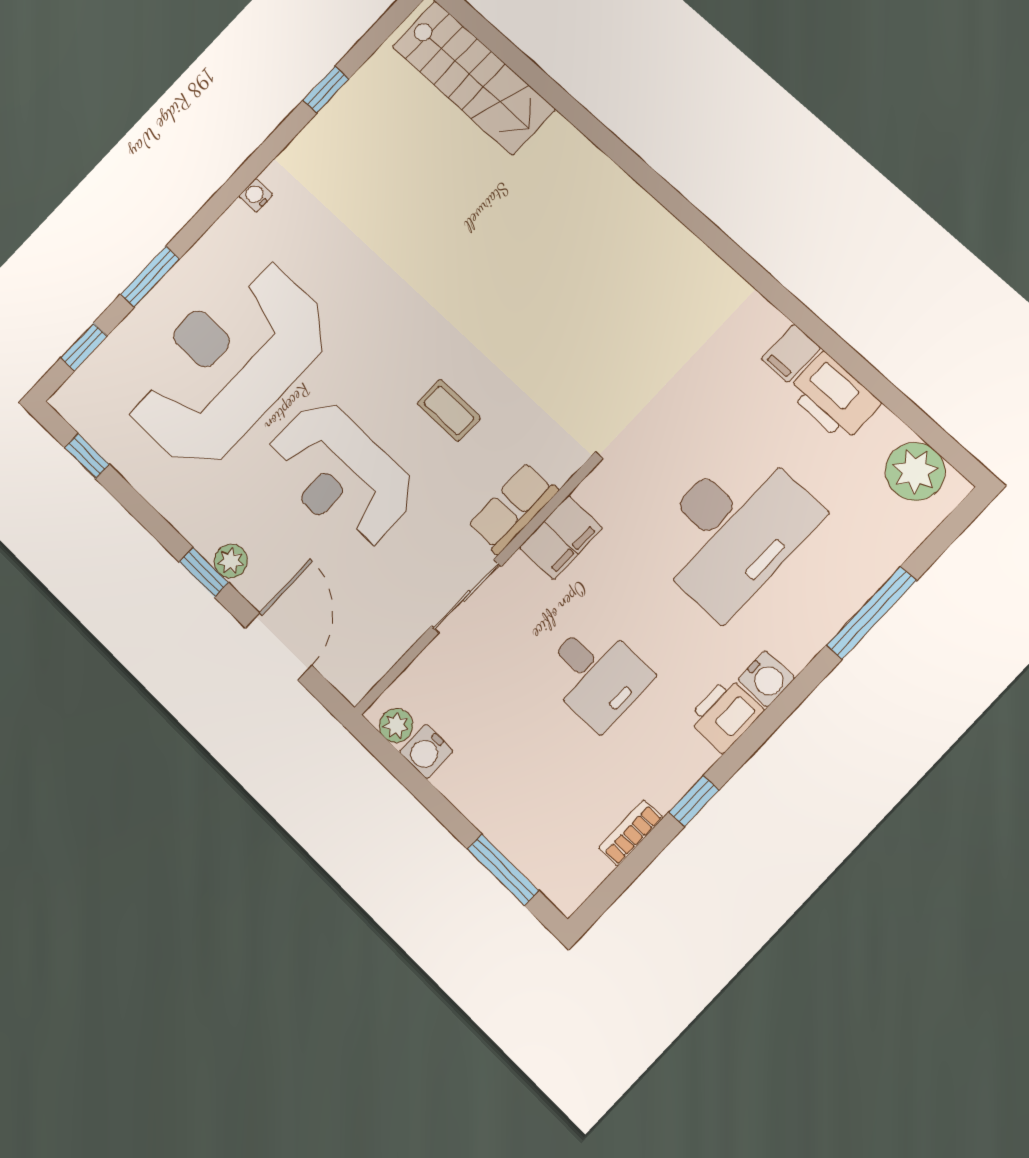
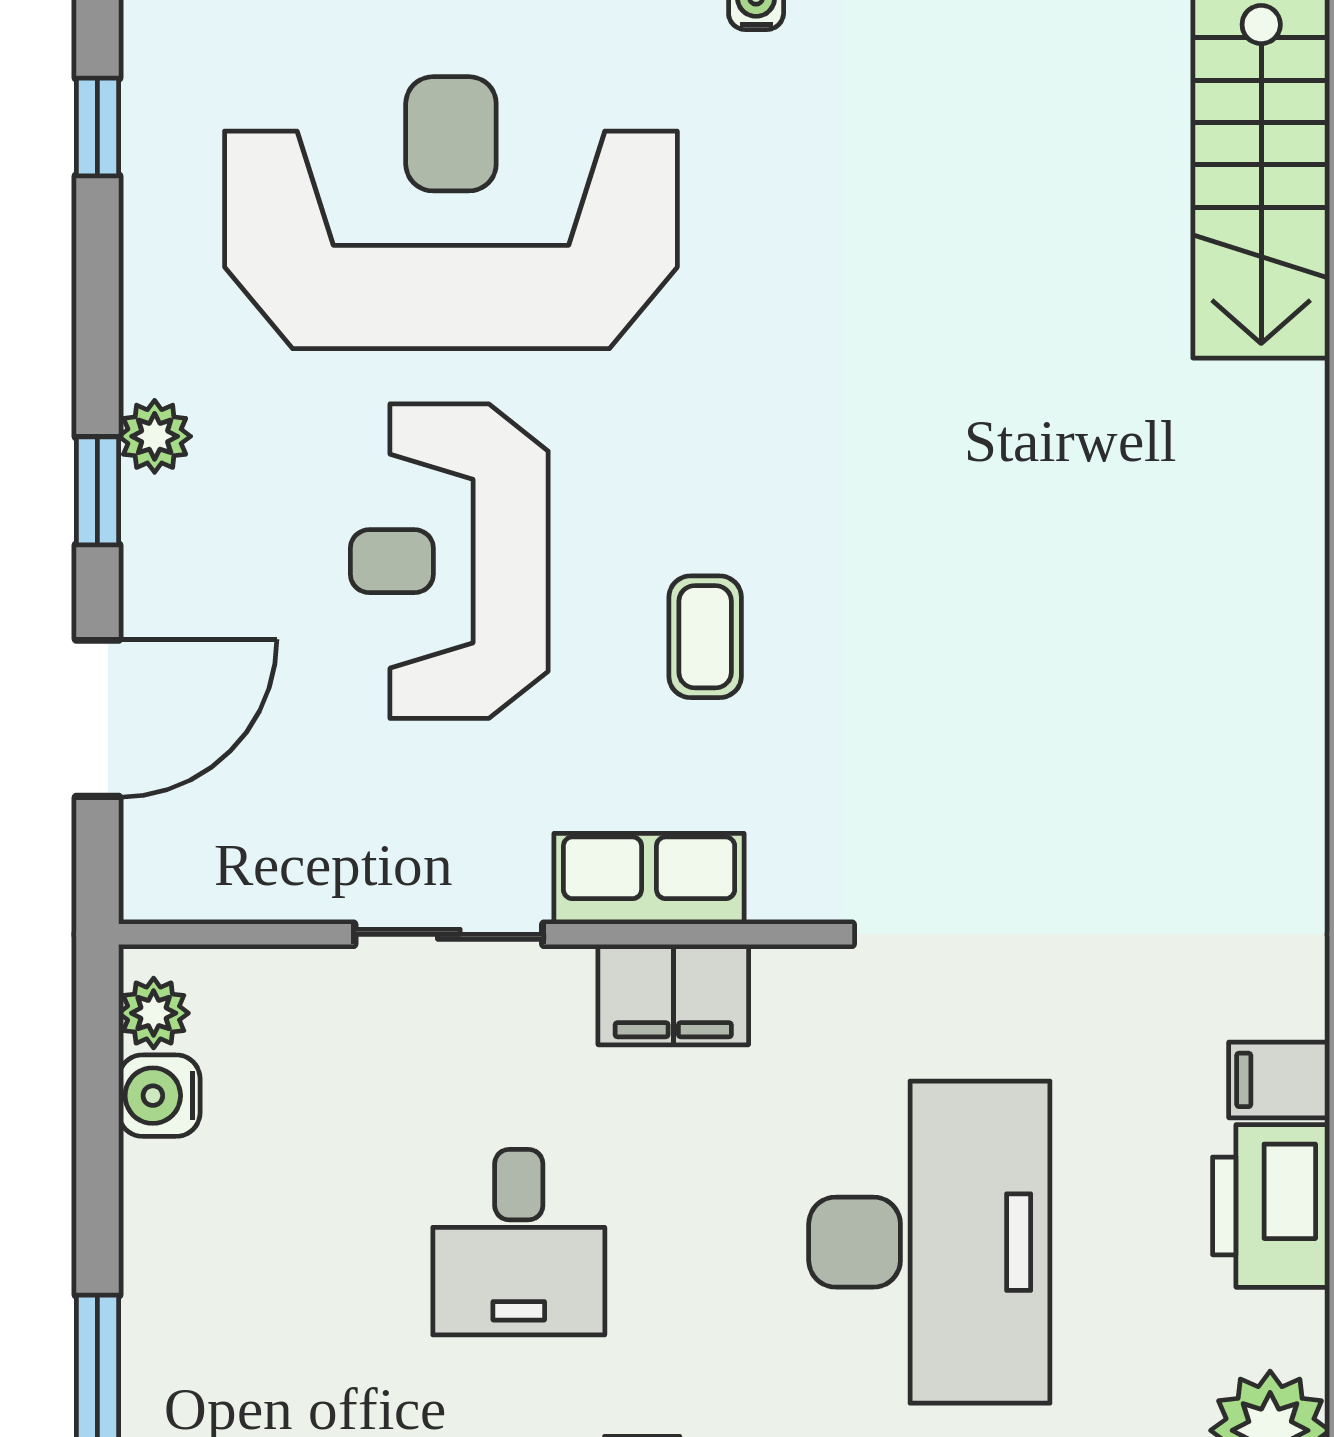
desk: (733, 530) -> (929, 1242), turned -90
plant: (231, 561) -> (155, 436), moved

